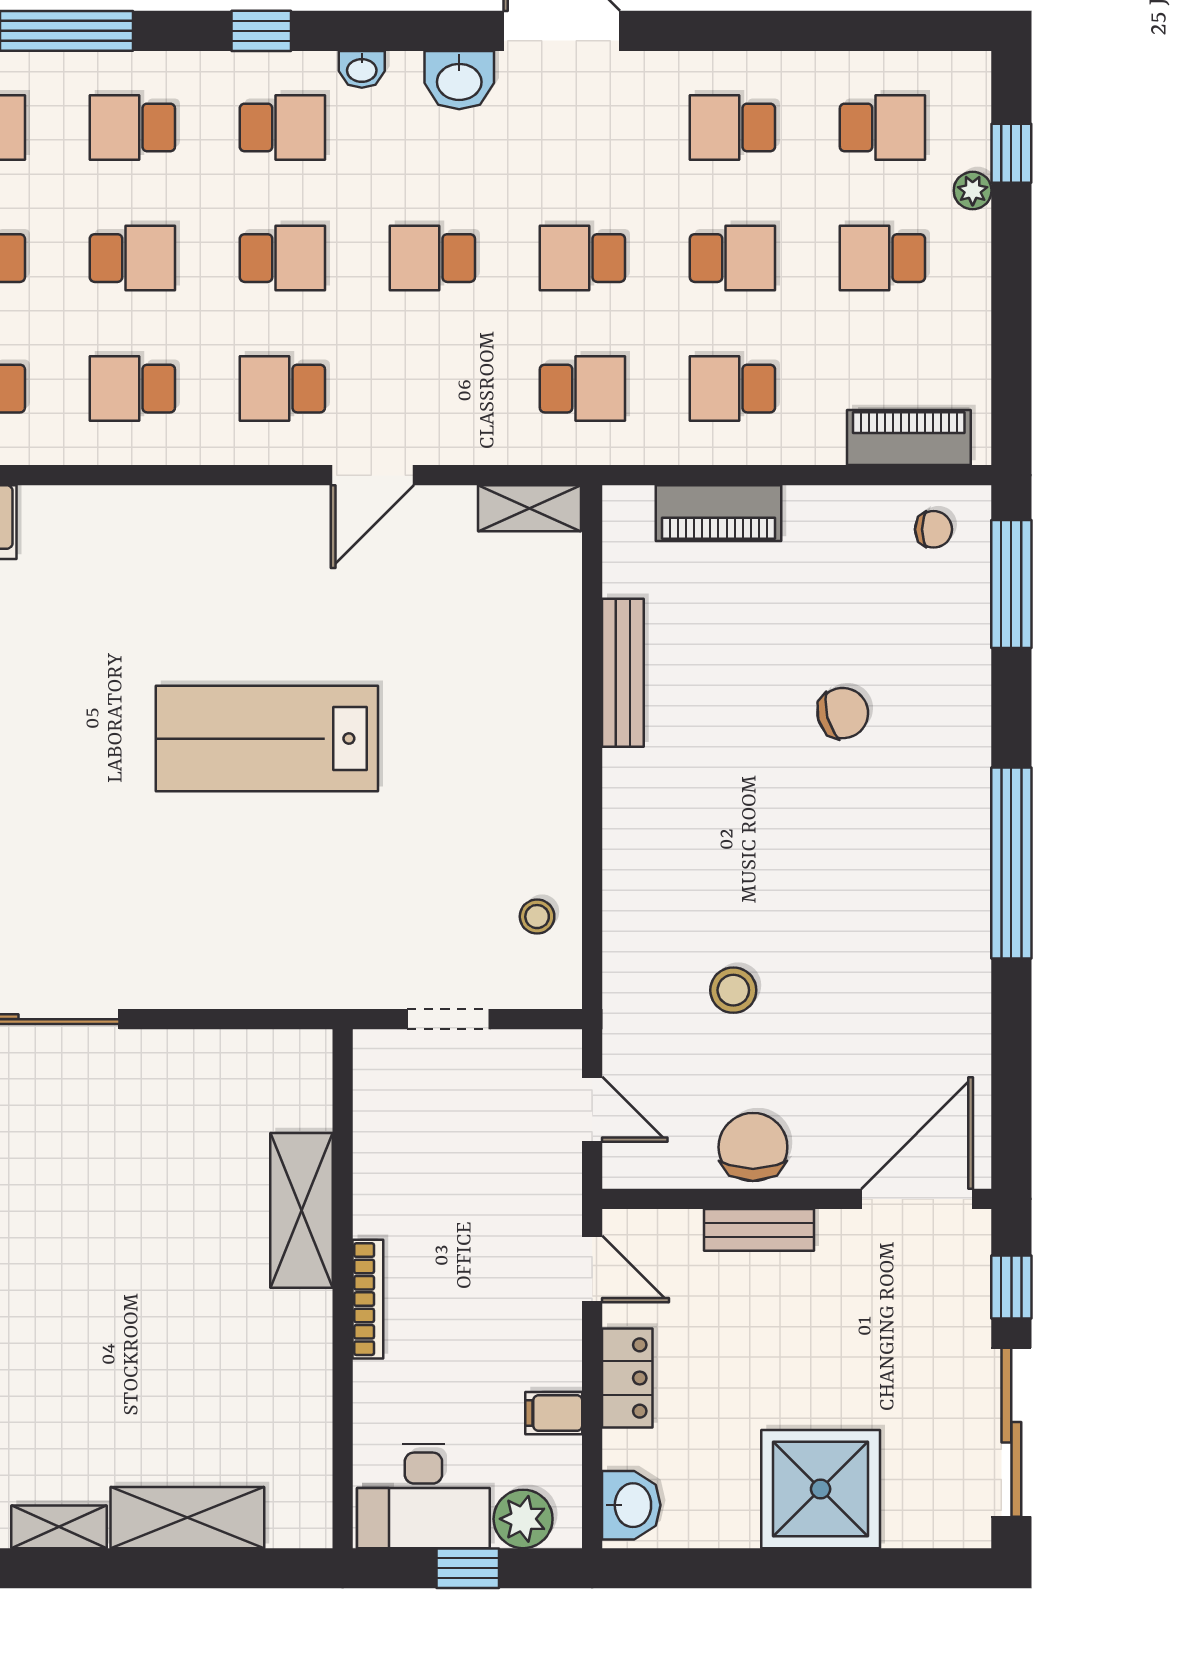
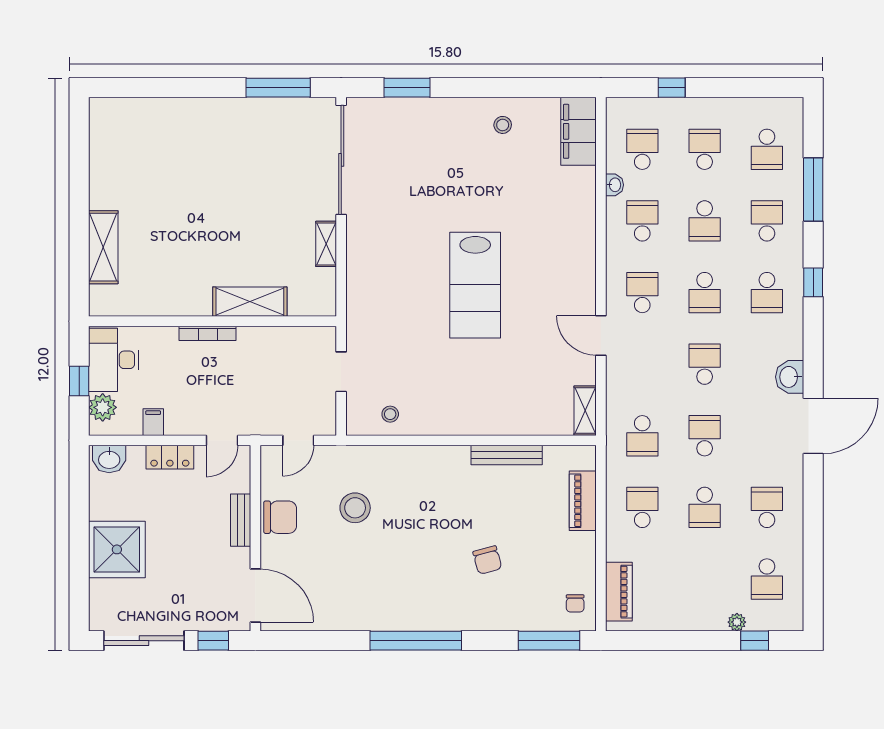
washbasin: (362, 69) -> (615, 185), moved, turned 180
school desk: (882, 258) -> (705, 579), removed
lab bench: (267, 739) -> (475, 285), turned 180
stool: (733, 990) -> (355, 508), width x1.38, depth x1.38
shelving: (59, 1527) -> (326, 244), moved

